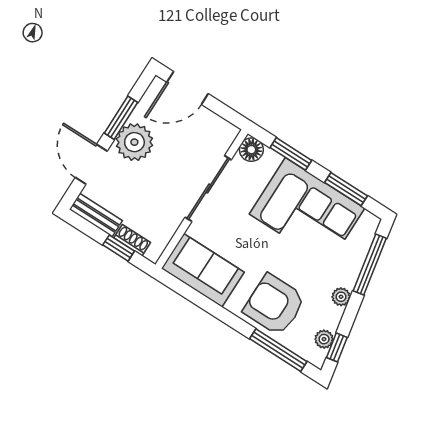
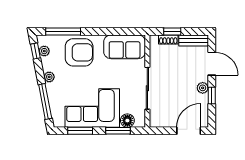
window: (121, 118) -> (212, 96), width x0.67
plant: (134, 142) -> (203, 88), width x0.53, depth x0.53
floor lamp: (251, 150) -> (127, 121), moved

